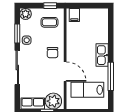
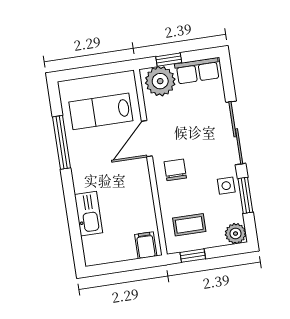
kitchen sink: (102, 55) -> (89, 214), moved
door: (65, 72) -> (147, 139), hinge flipped
lab bench: (87, 90) -> (101, 111), turned 180

